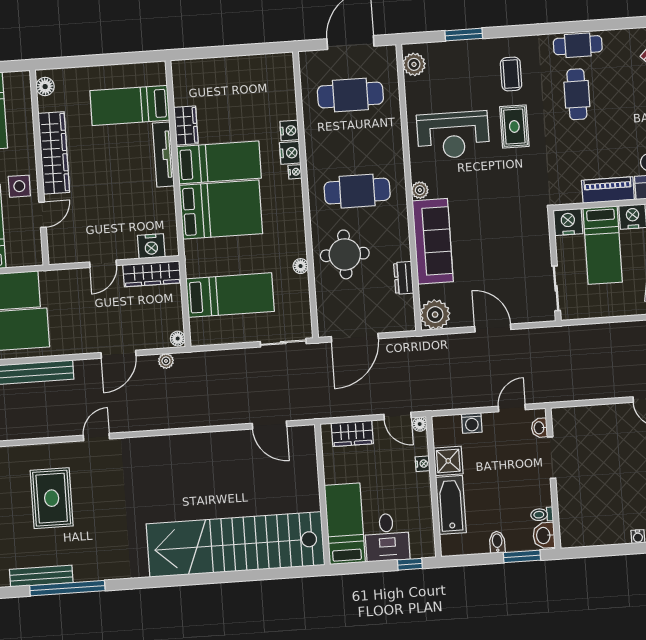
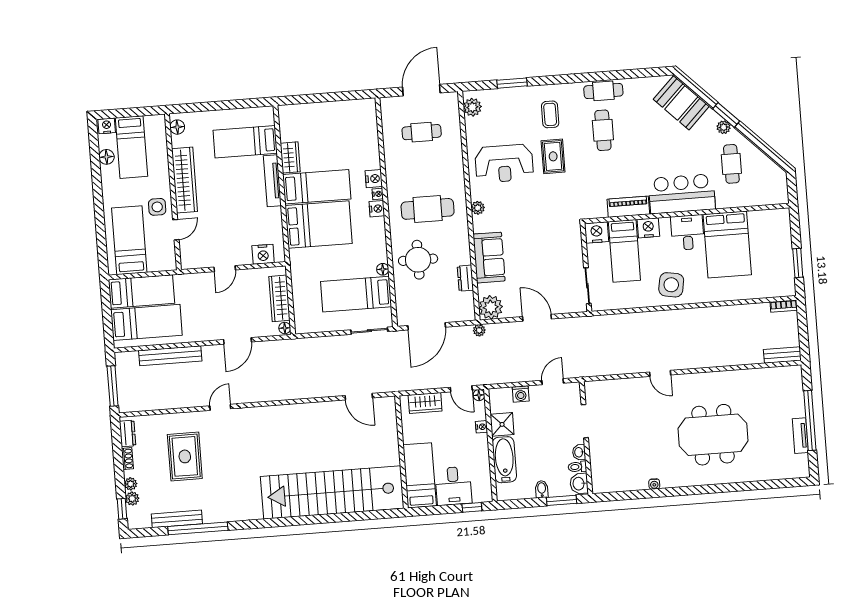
cafe table: (350, 95) -> (422, 132), width x0.73, depth x0.74
nightstand: (290, 131) -> (377, 209), moved
sofa: (433, 241) -> (489, 258), width x0.73
wardrobe: (152, 274) -> (279, 298), moved, turned 90
bed: (230, 295) -> (356, 294), moved, turned 180
plant: (166, 361) -> (479, 330), moved
washbasin: (539, 428) -> (579, 452), moved

